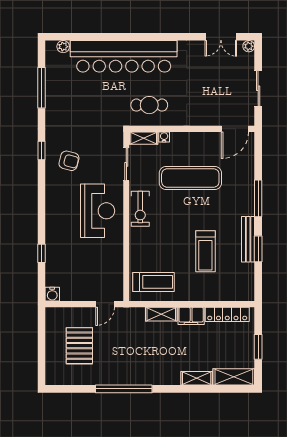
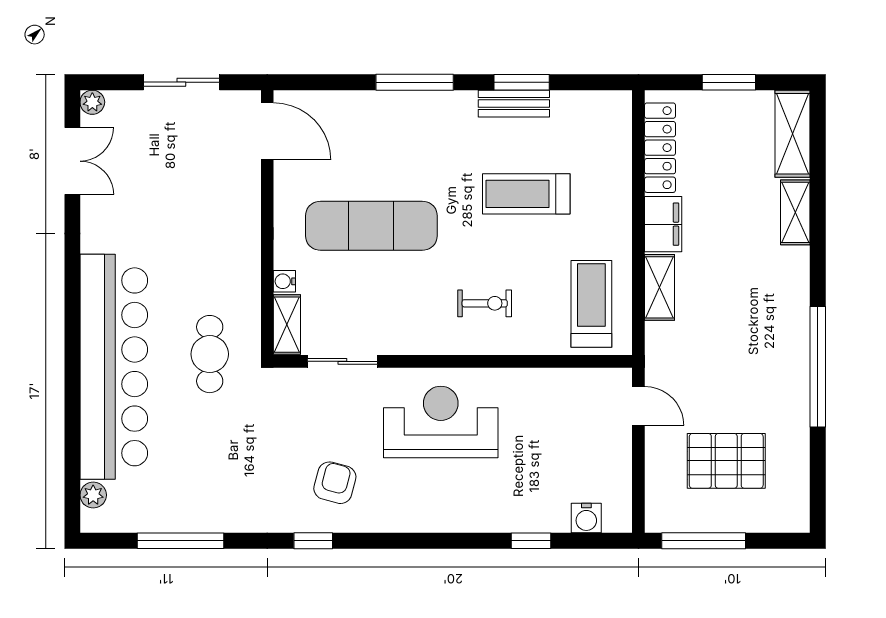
cafe table: (149, 105) -> (210, 354), moved
exercise mat: (190, 178) -> (371, 226), turned 90
exercise bike: (140, 209) -> (485, 303), moved, width x0.73, depth x0.72
bench: (248, 239) -> (514, 104), width x0.73
treadmill: (205, 251) -> (526, 194), turned 180
water cooler: (52, 294) -> (586, 518), moved, turned 90
window: (42, 335) -> (704, 541), added

